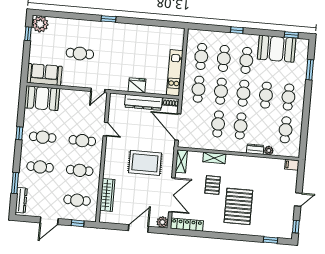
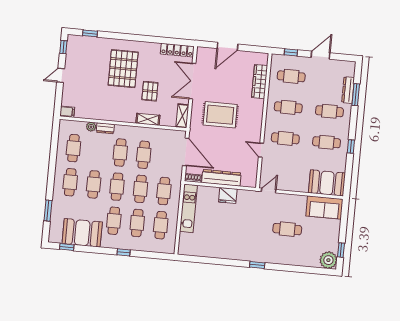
dresser: (21, 200) -> (348, 90), moved
plant: (162, 222) -> (202, 53), removed

